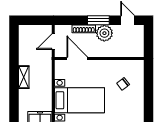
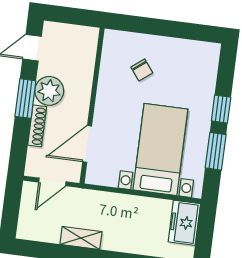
door: (53, 42) -> (52, 182), hinge flipped
shelving: (24, 77) -> (81, 238), moved

